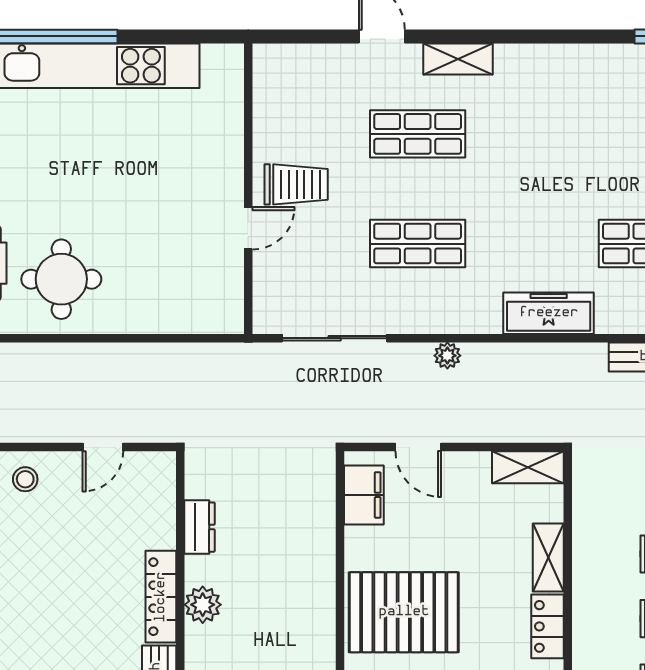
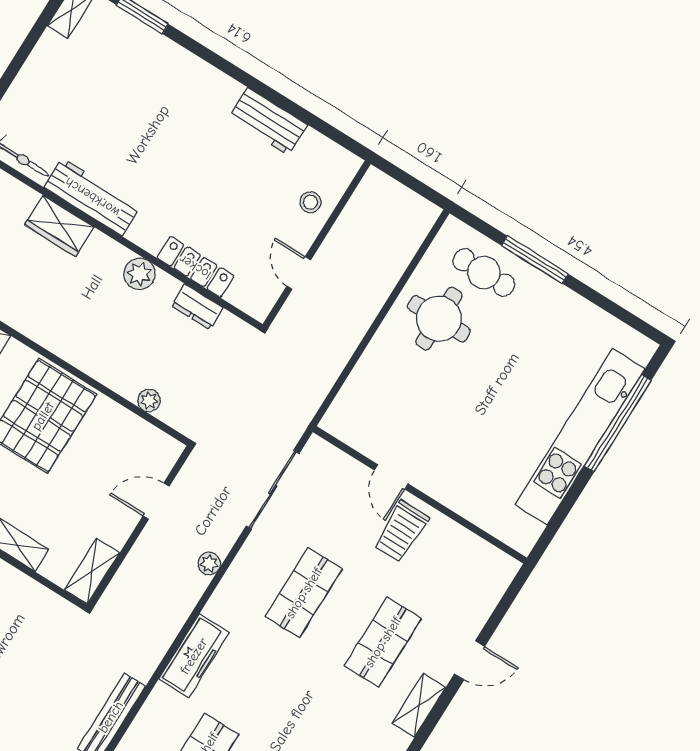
filing cabinet: (364, 495) -> (146, 440), removed
plant: (323, 517) -> (149, 401), added
locker: (161, 597) -> (195, 267), moved

